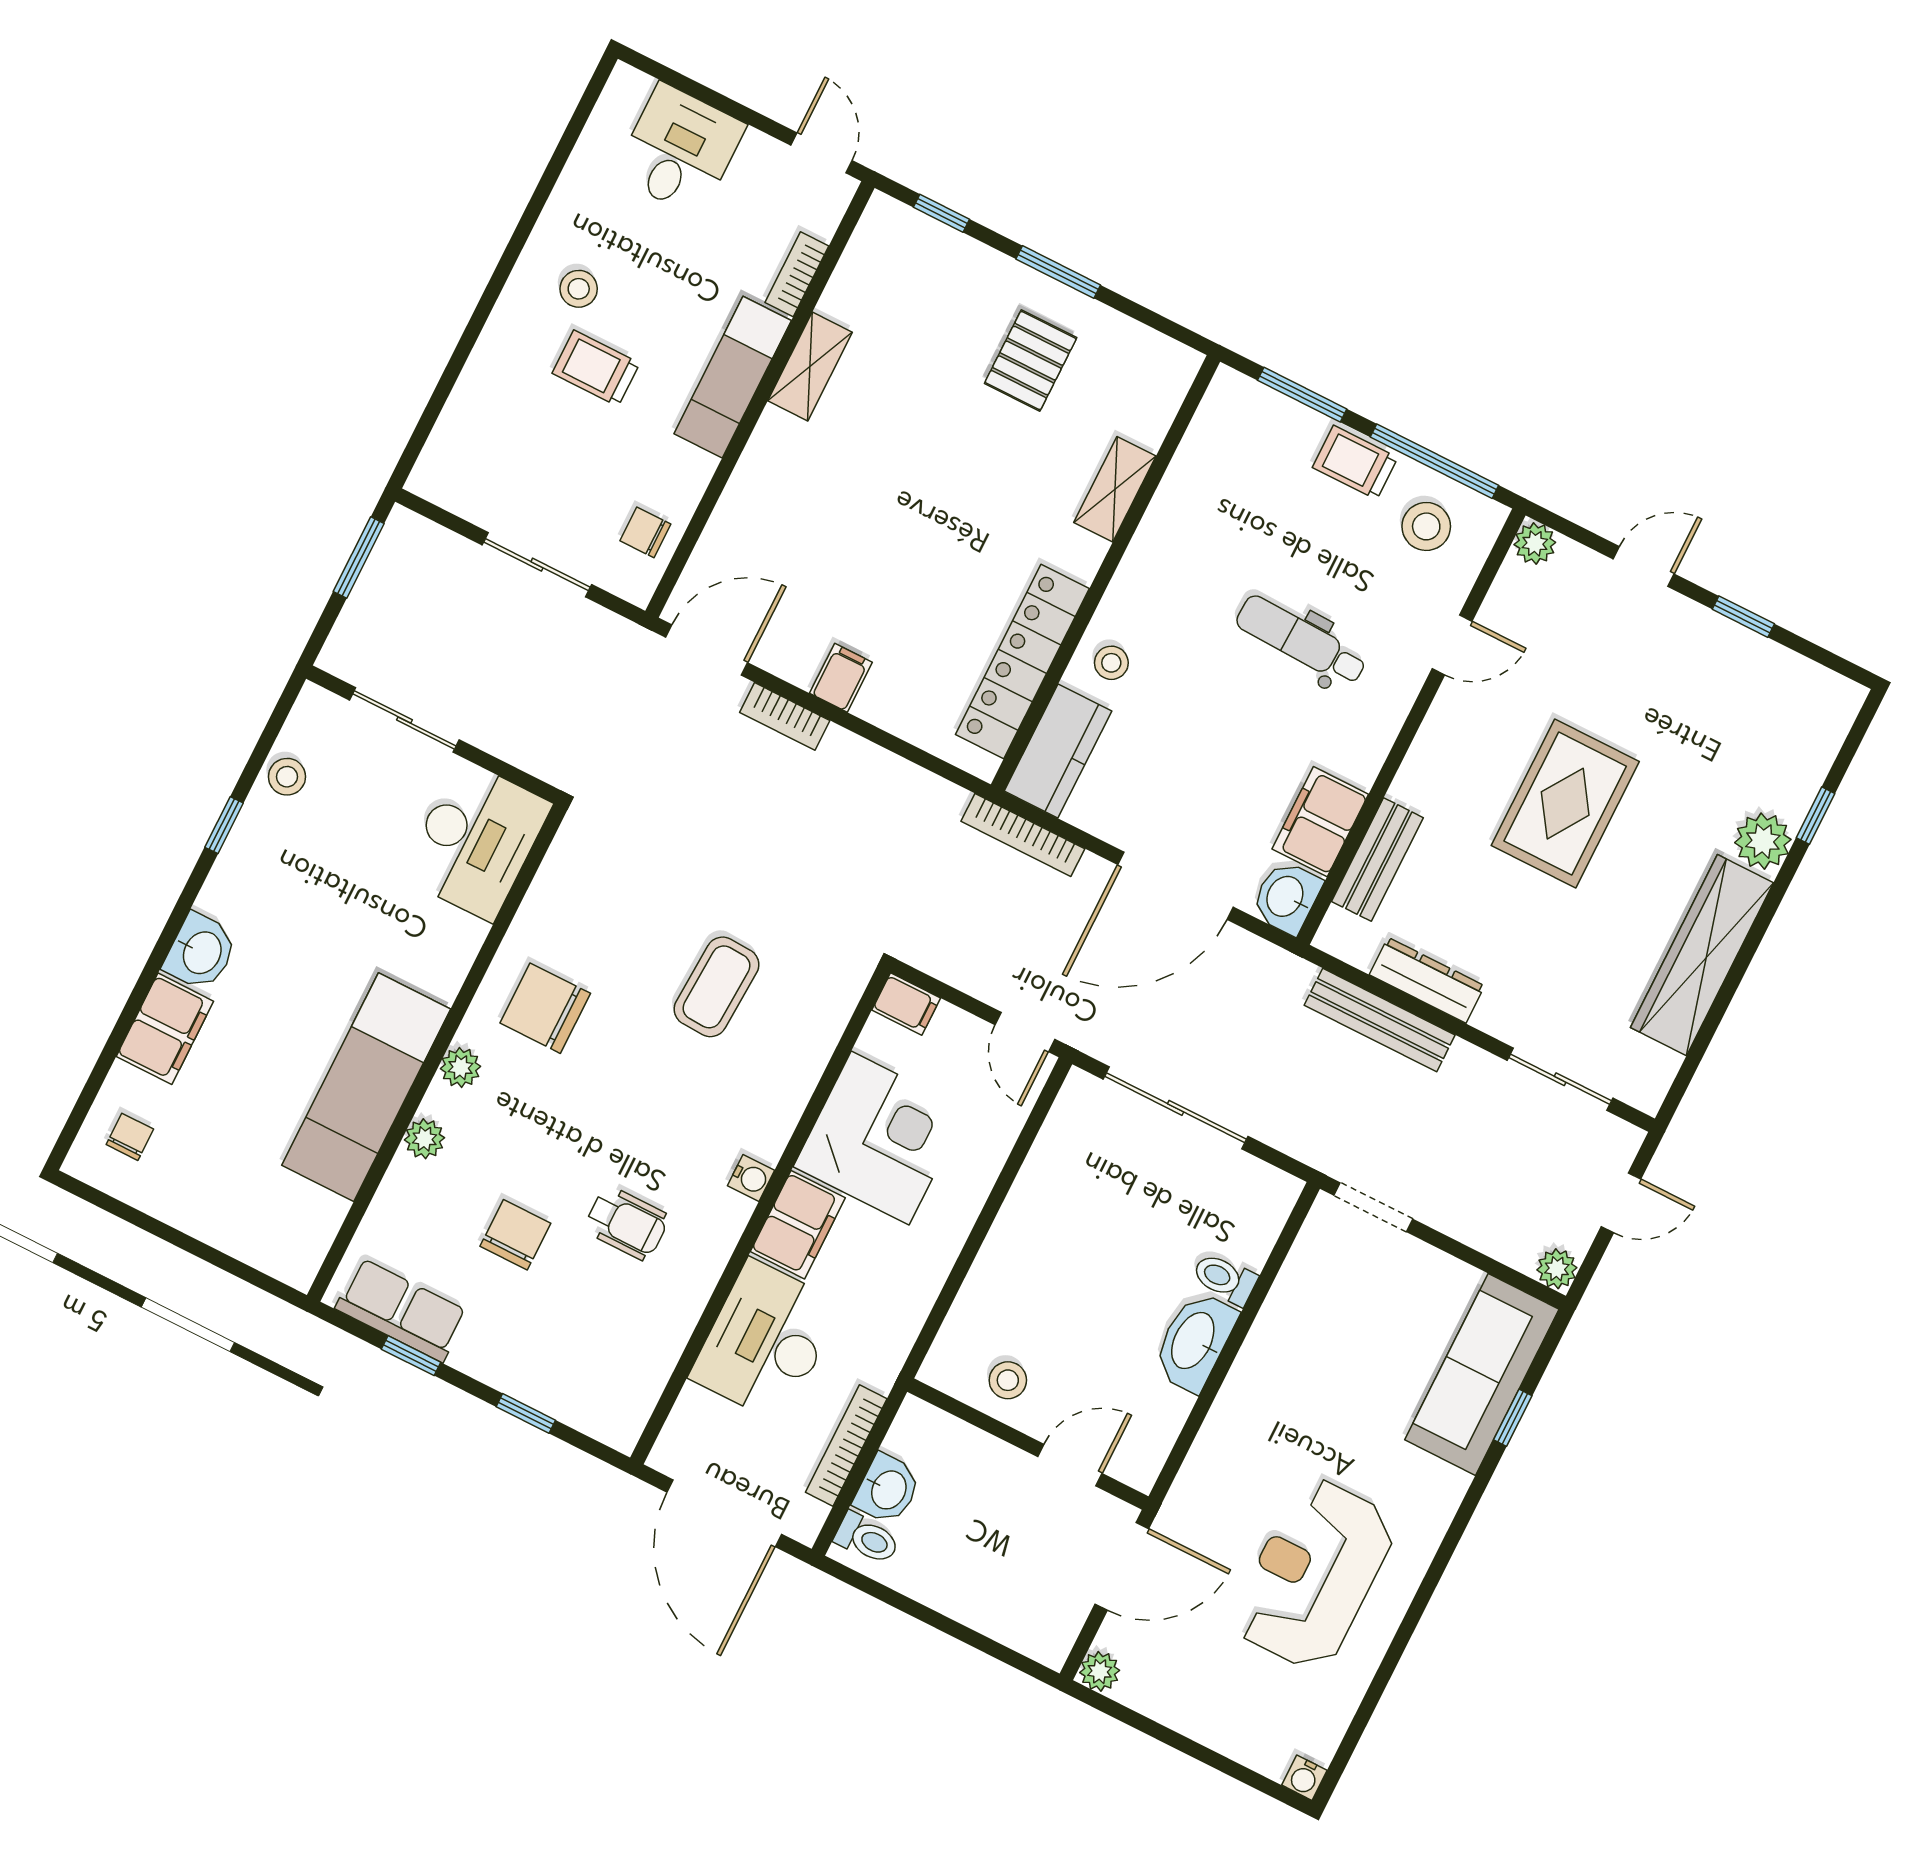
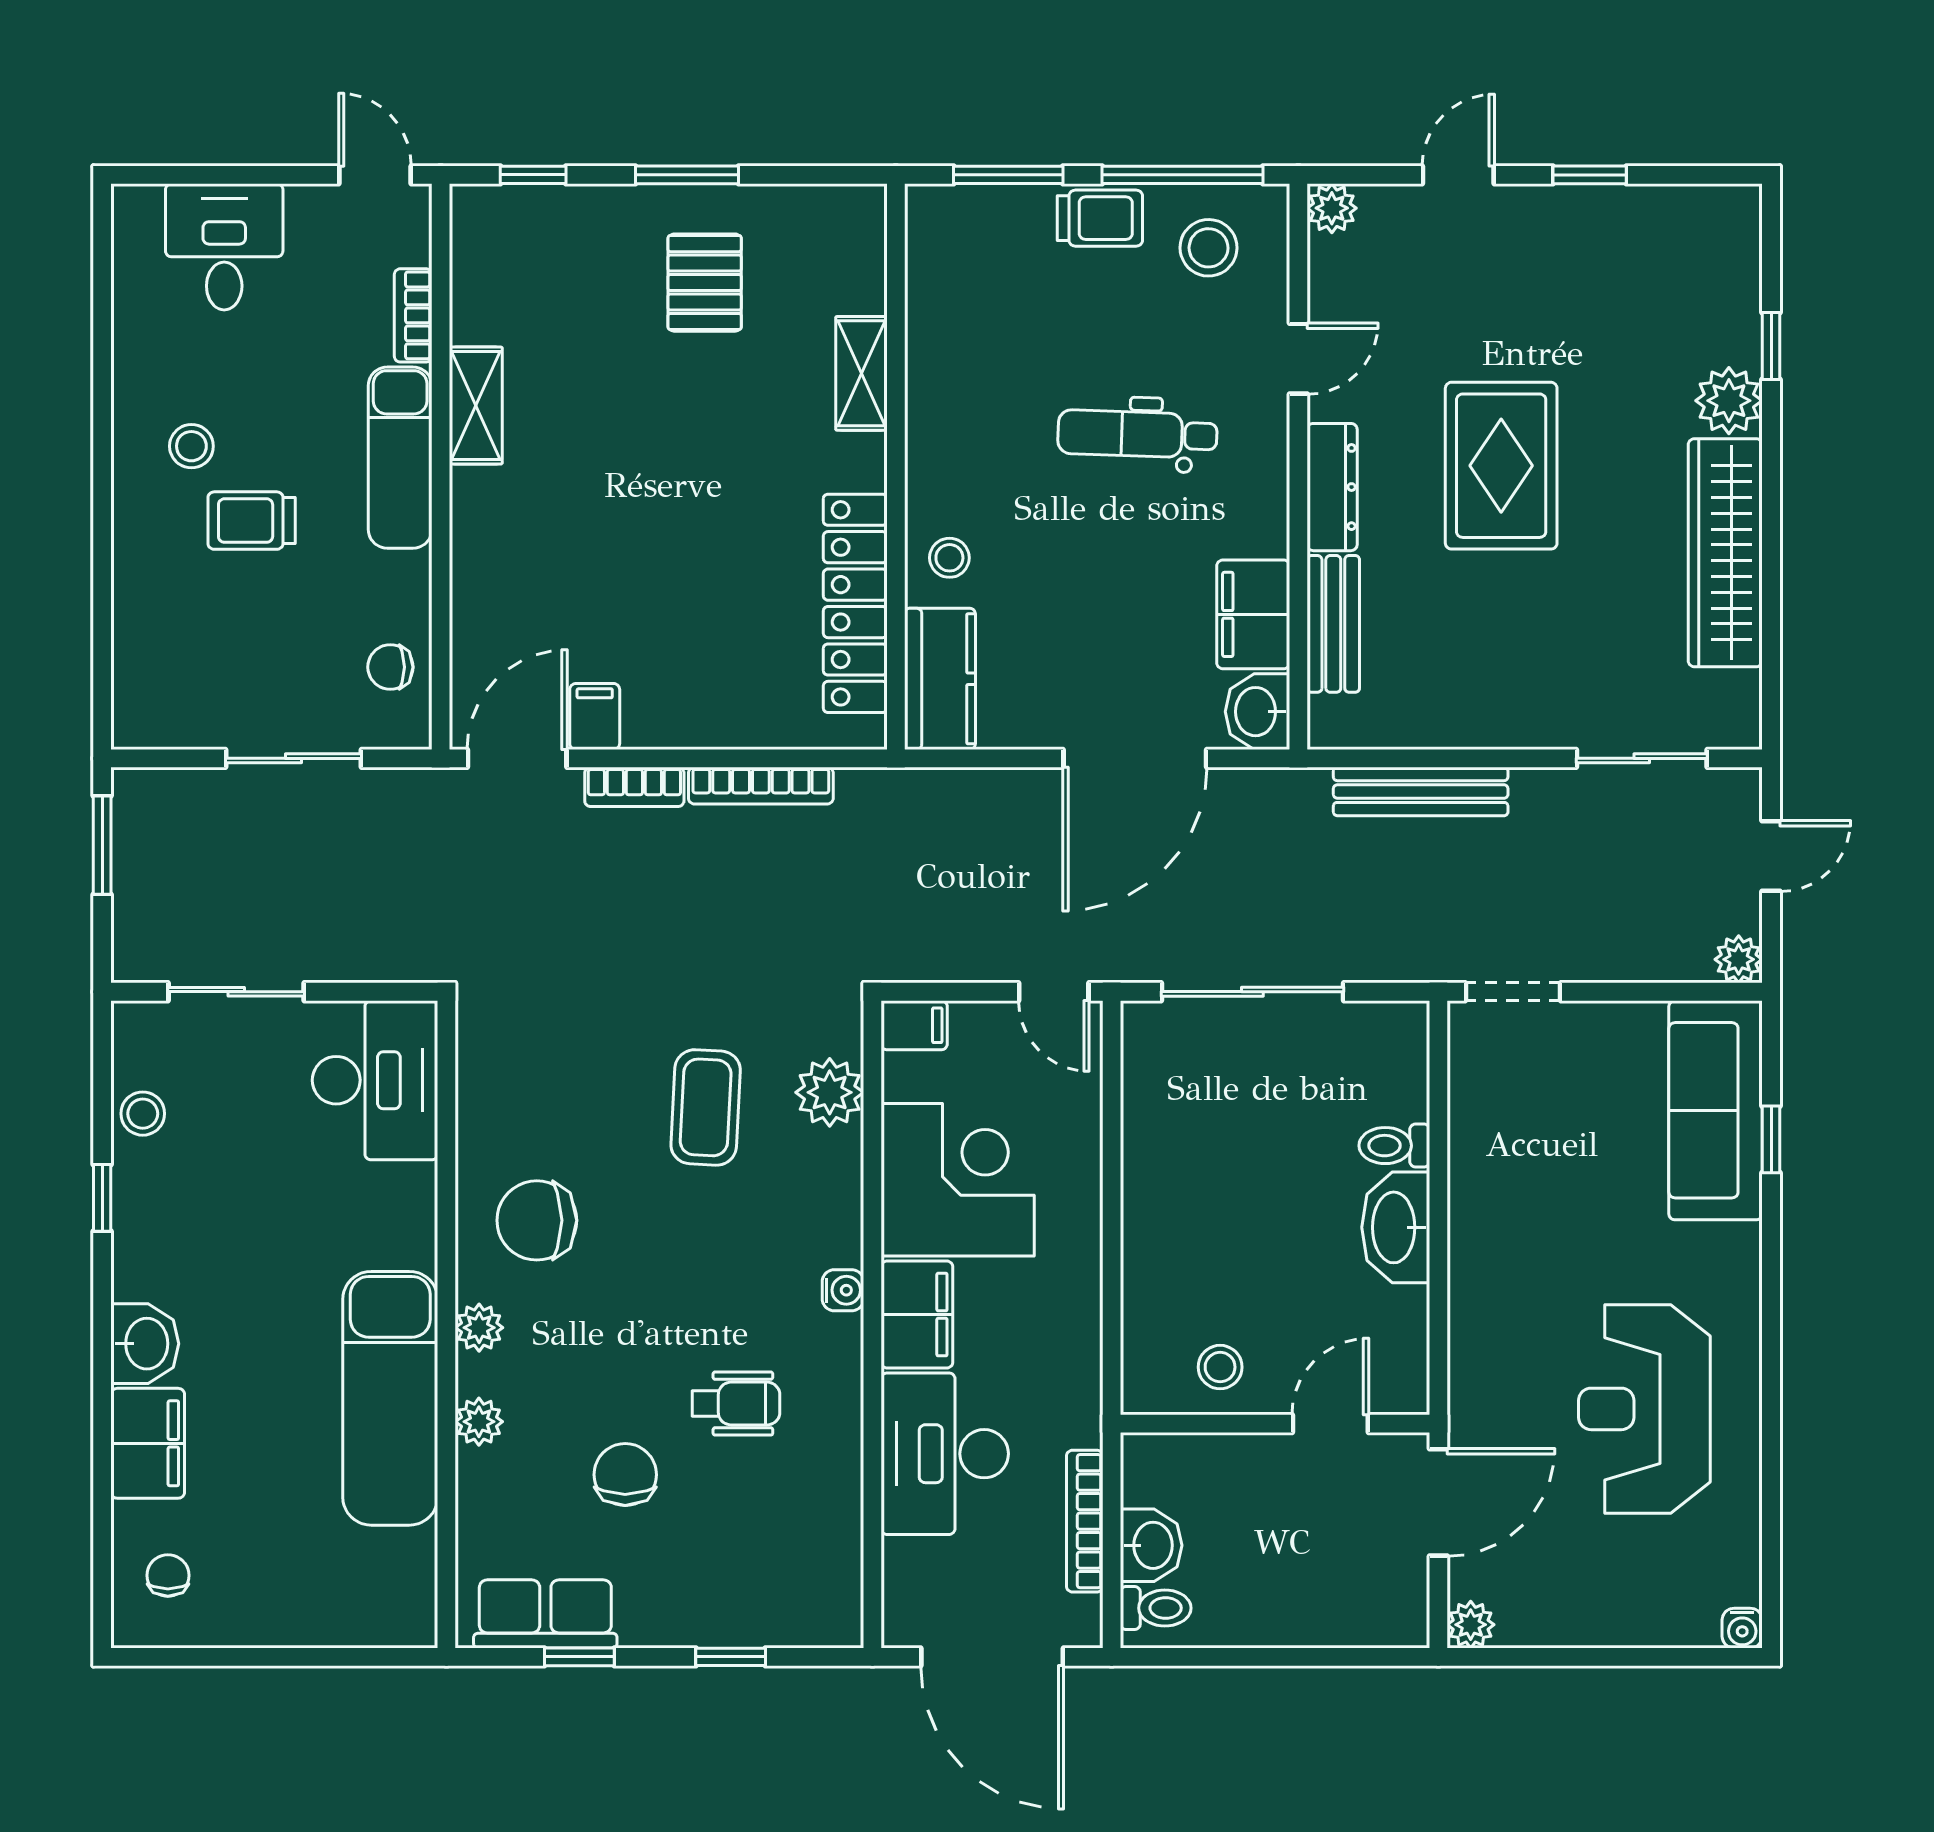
trolley: (1355, 462) -> (1100, 218), turned 180
filing cabinet: (841, 678) -> (595, 717), moved
bookcase: (1023, 835) -> (761, 786), moved
dresser: (1427, 980) -> (1332, 487), moved, turned 90
plant: (816, 1023) -> (830, 1092), added

